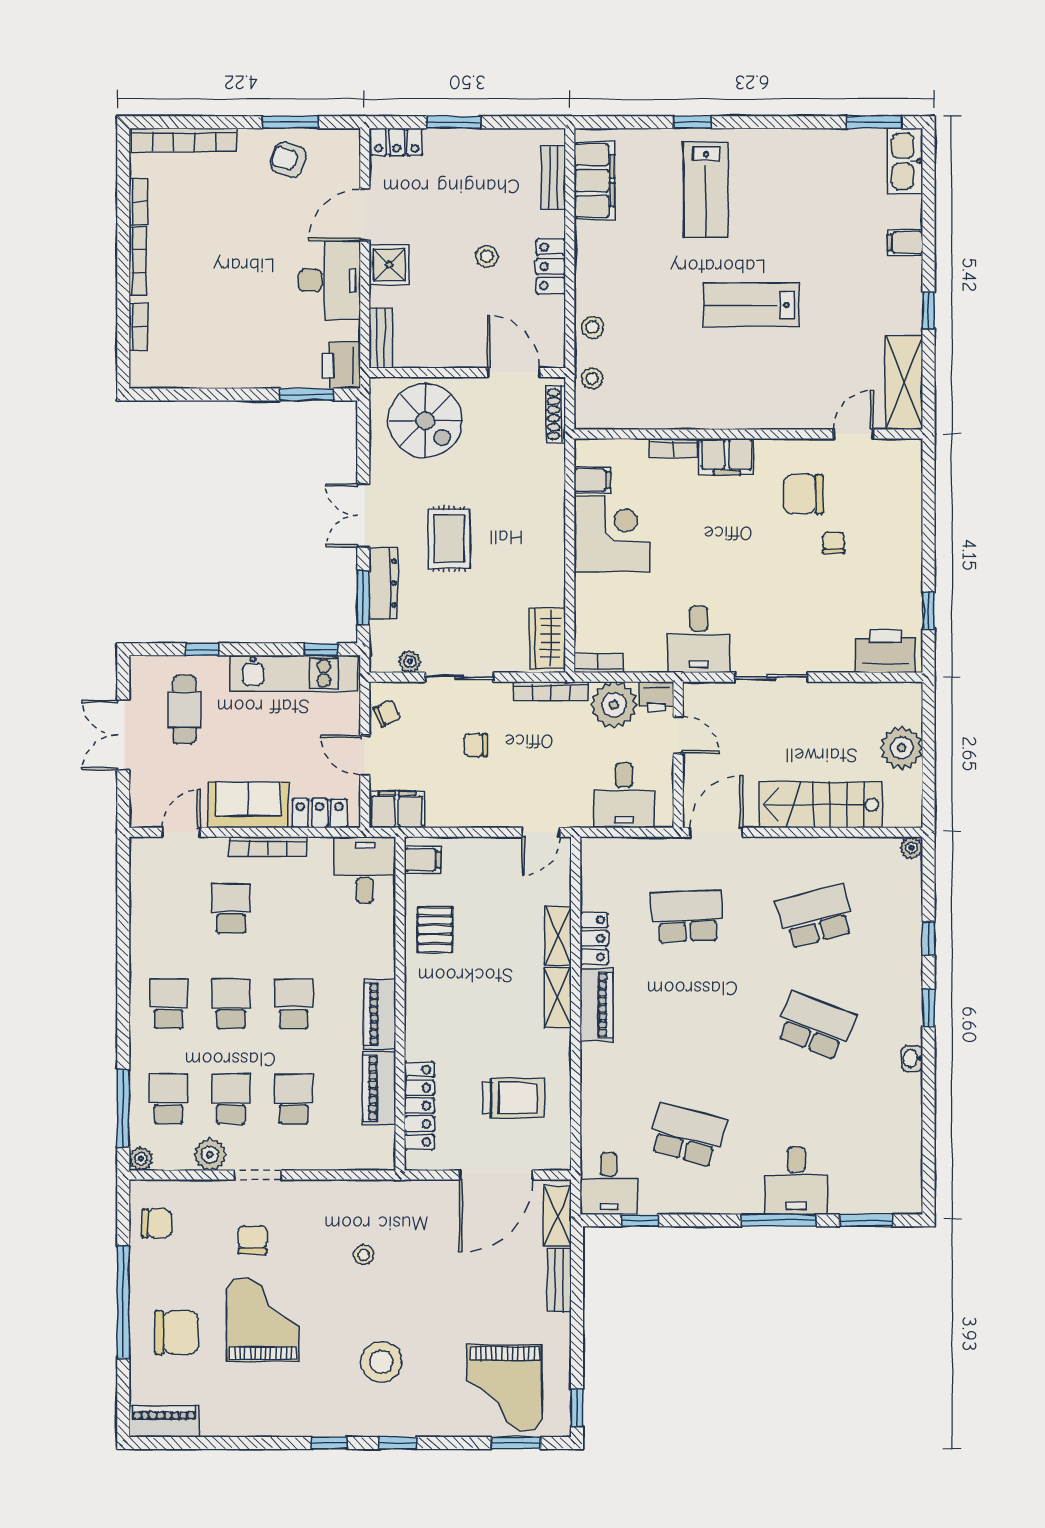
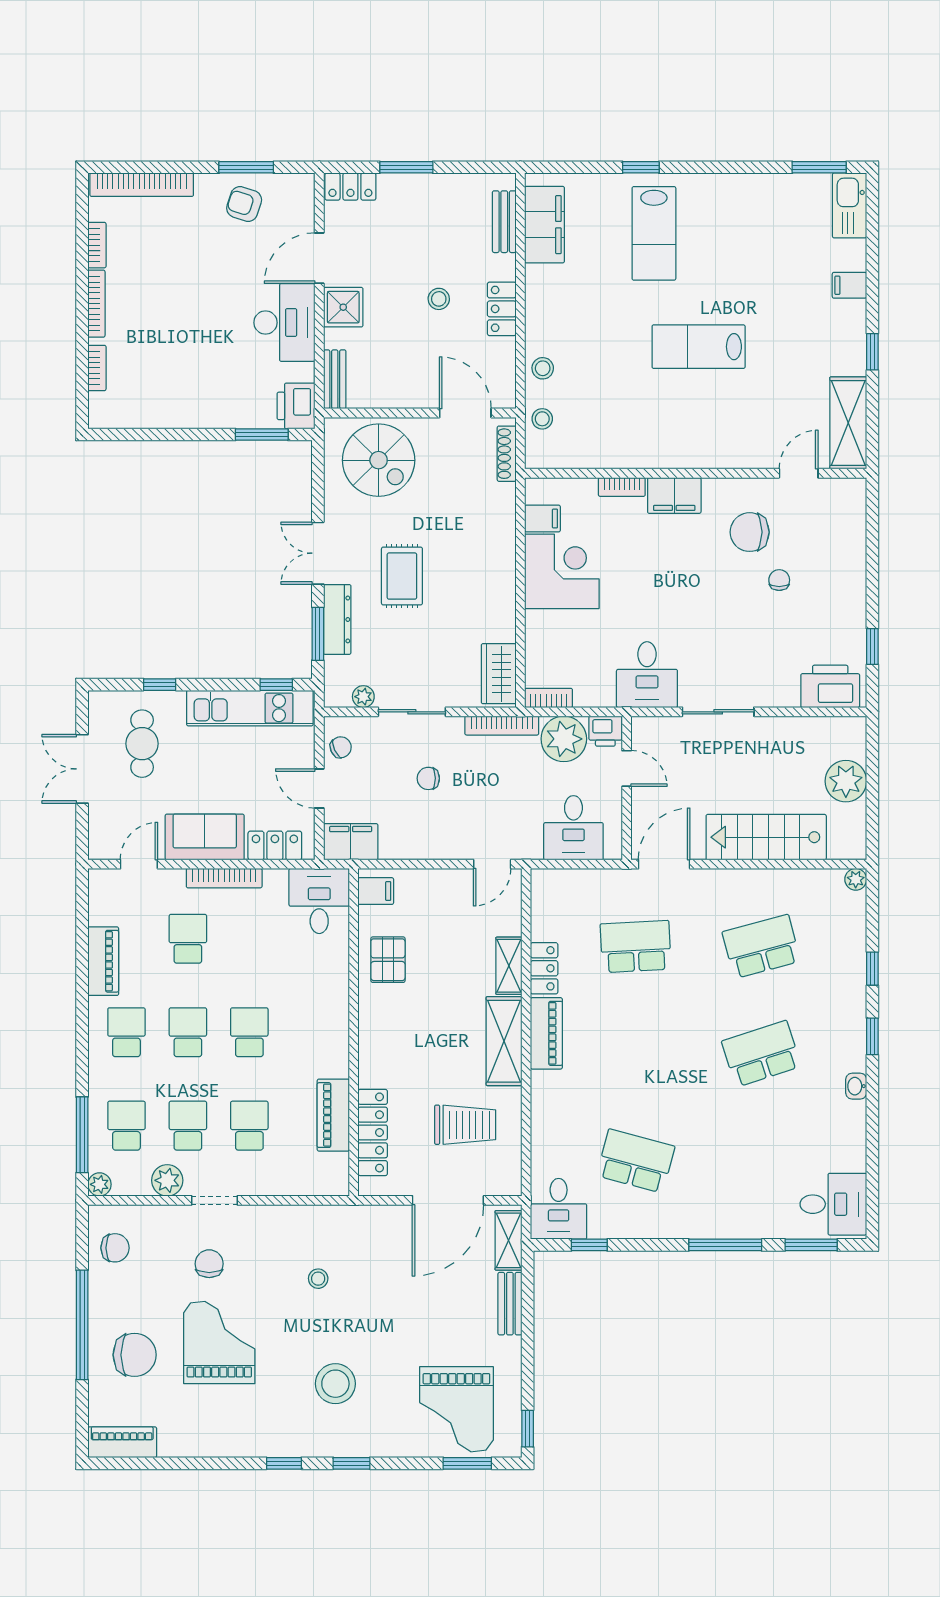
shelving: (558, 998) -> (504, 1041), width x1.50, depth x1.33
piano: (380, 1014) -> (103, 961), moved, turned 180
school desk: (815, 1026) -> (761, 1054), turned -39
desk: (796, 1181) -> (833, 1204), moved, turned -90

